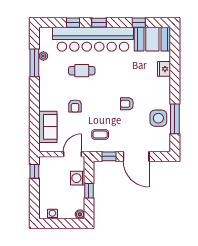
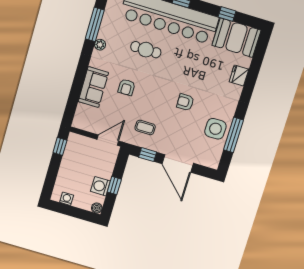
plant: (43, 56) -> (100, 45), moved
sofa: (48, 127) -> (93, 87), moved
washing machine: (78, 178) -> (100, 186), moved

